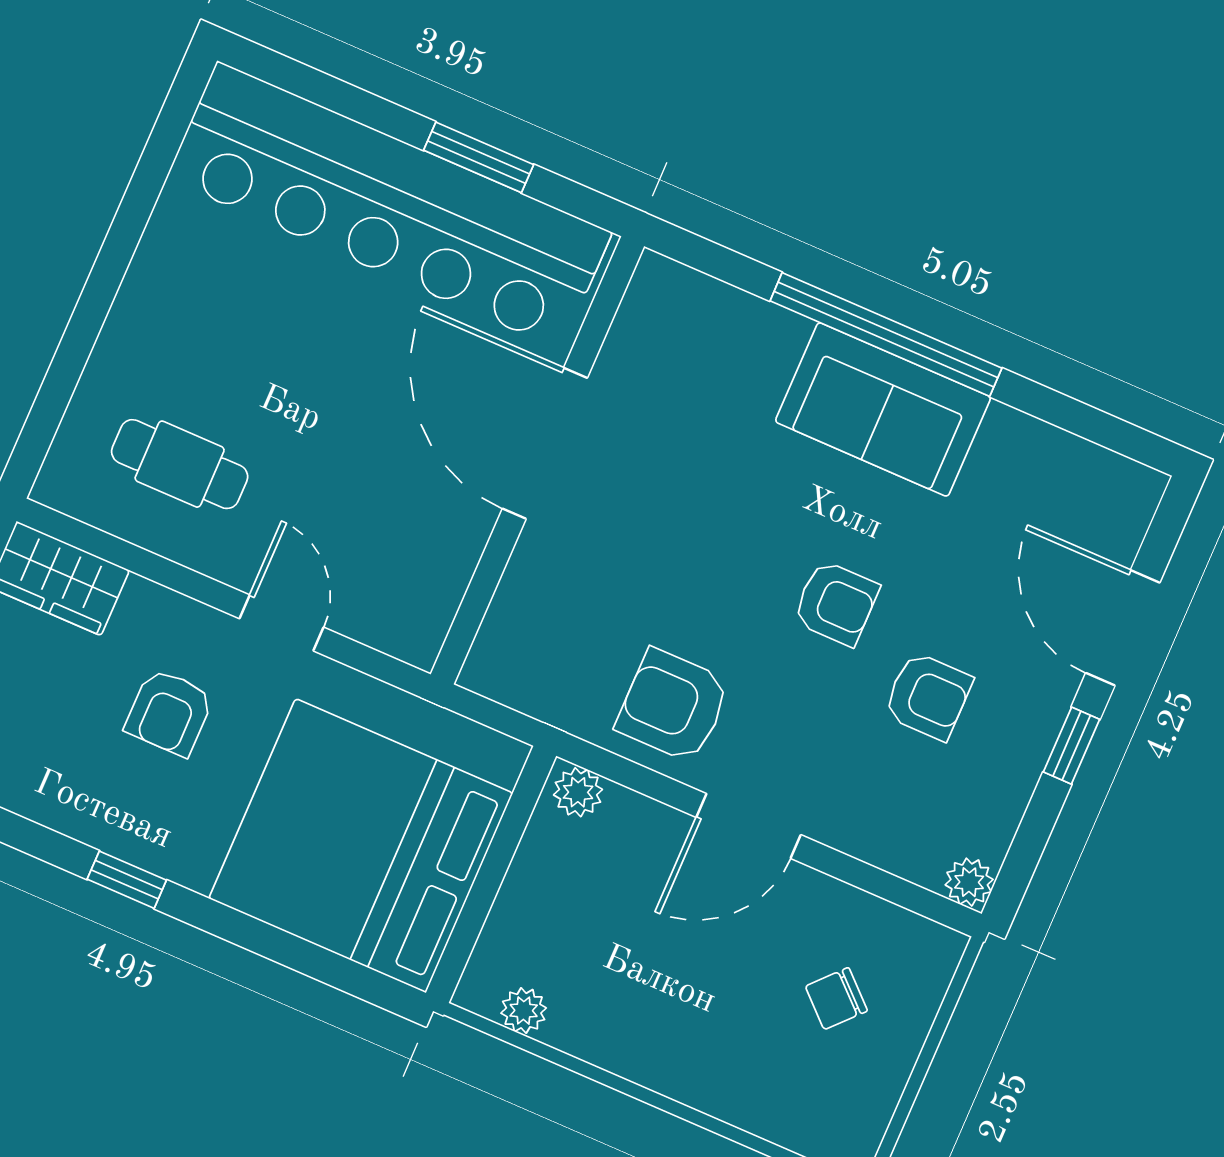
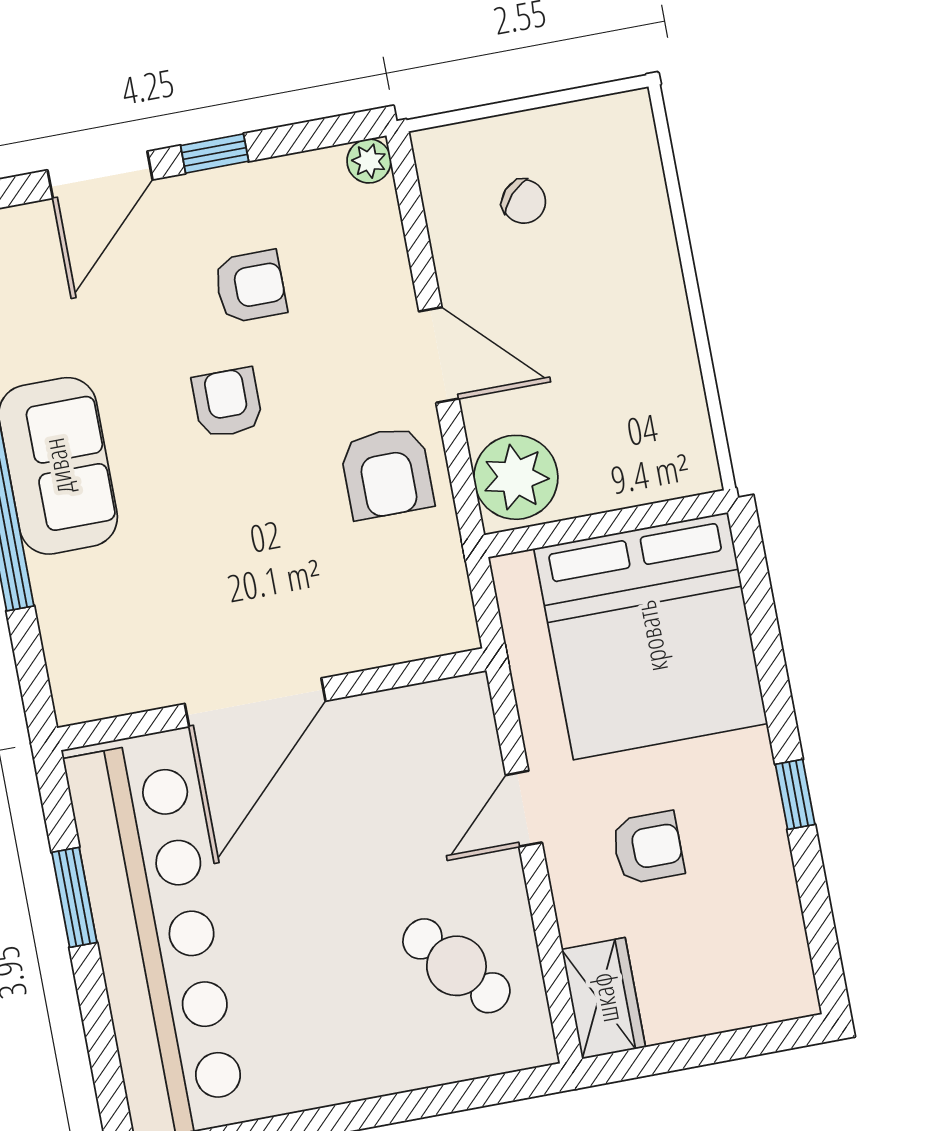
cafe table: (180, 464) -> (456, 966), turned -41
armchair: (928, 696) -> (250, 286), turned 90
plant: (578, 792) -> (516, 477), width x1.88, depth x1.88
plant: (524, 1011) -> (692, 430), removed

